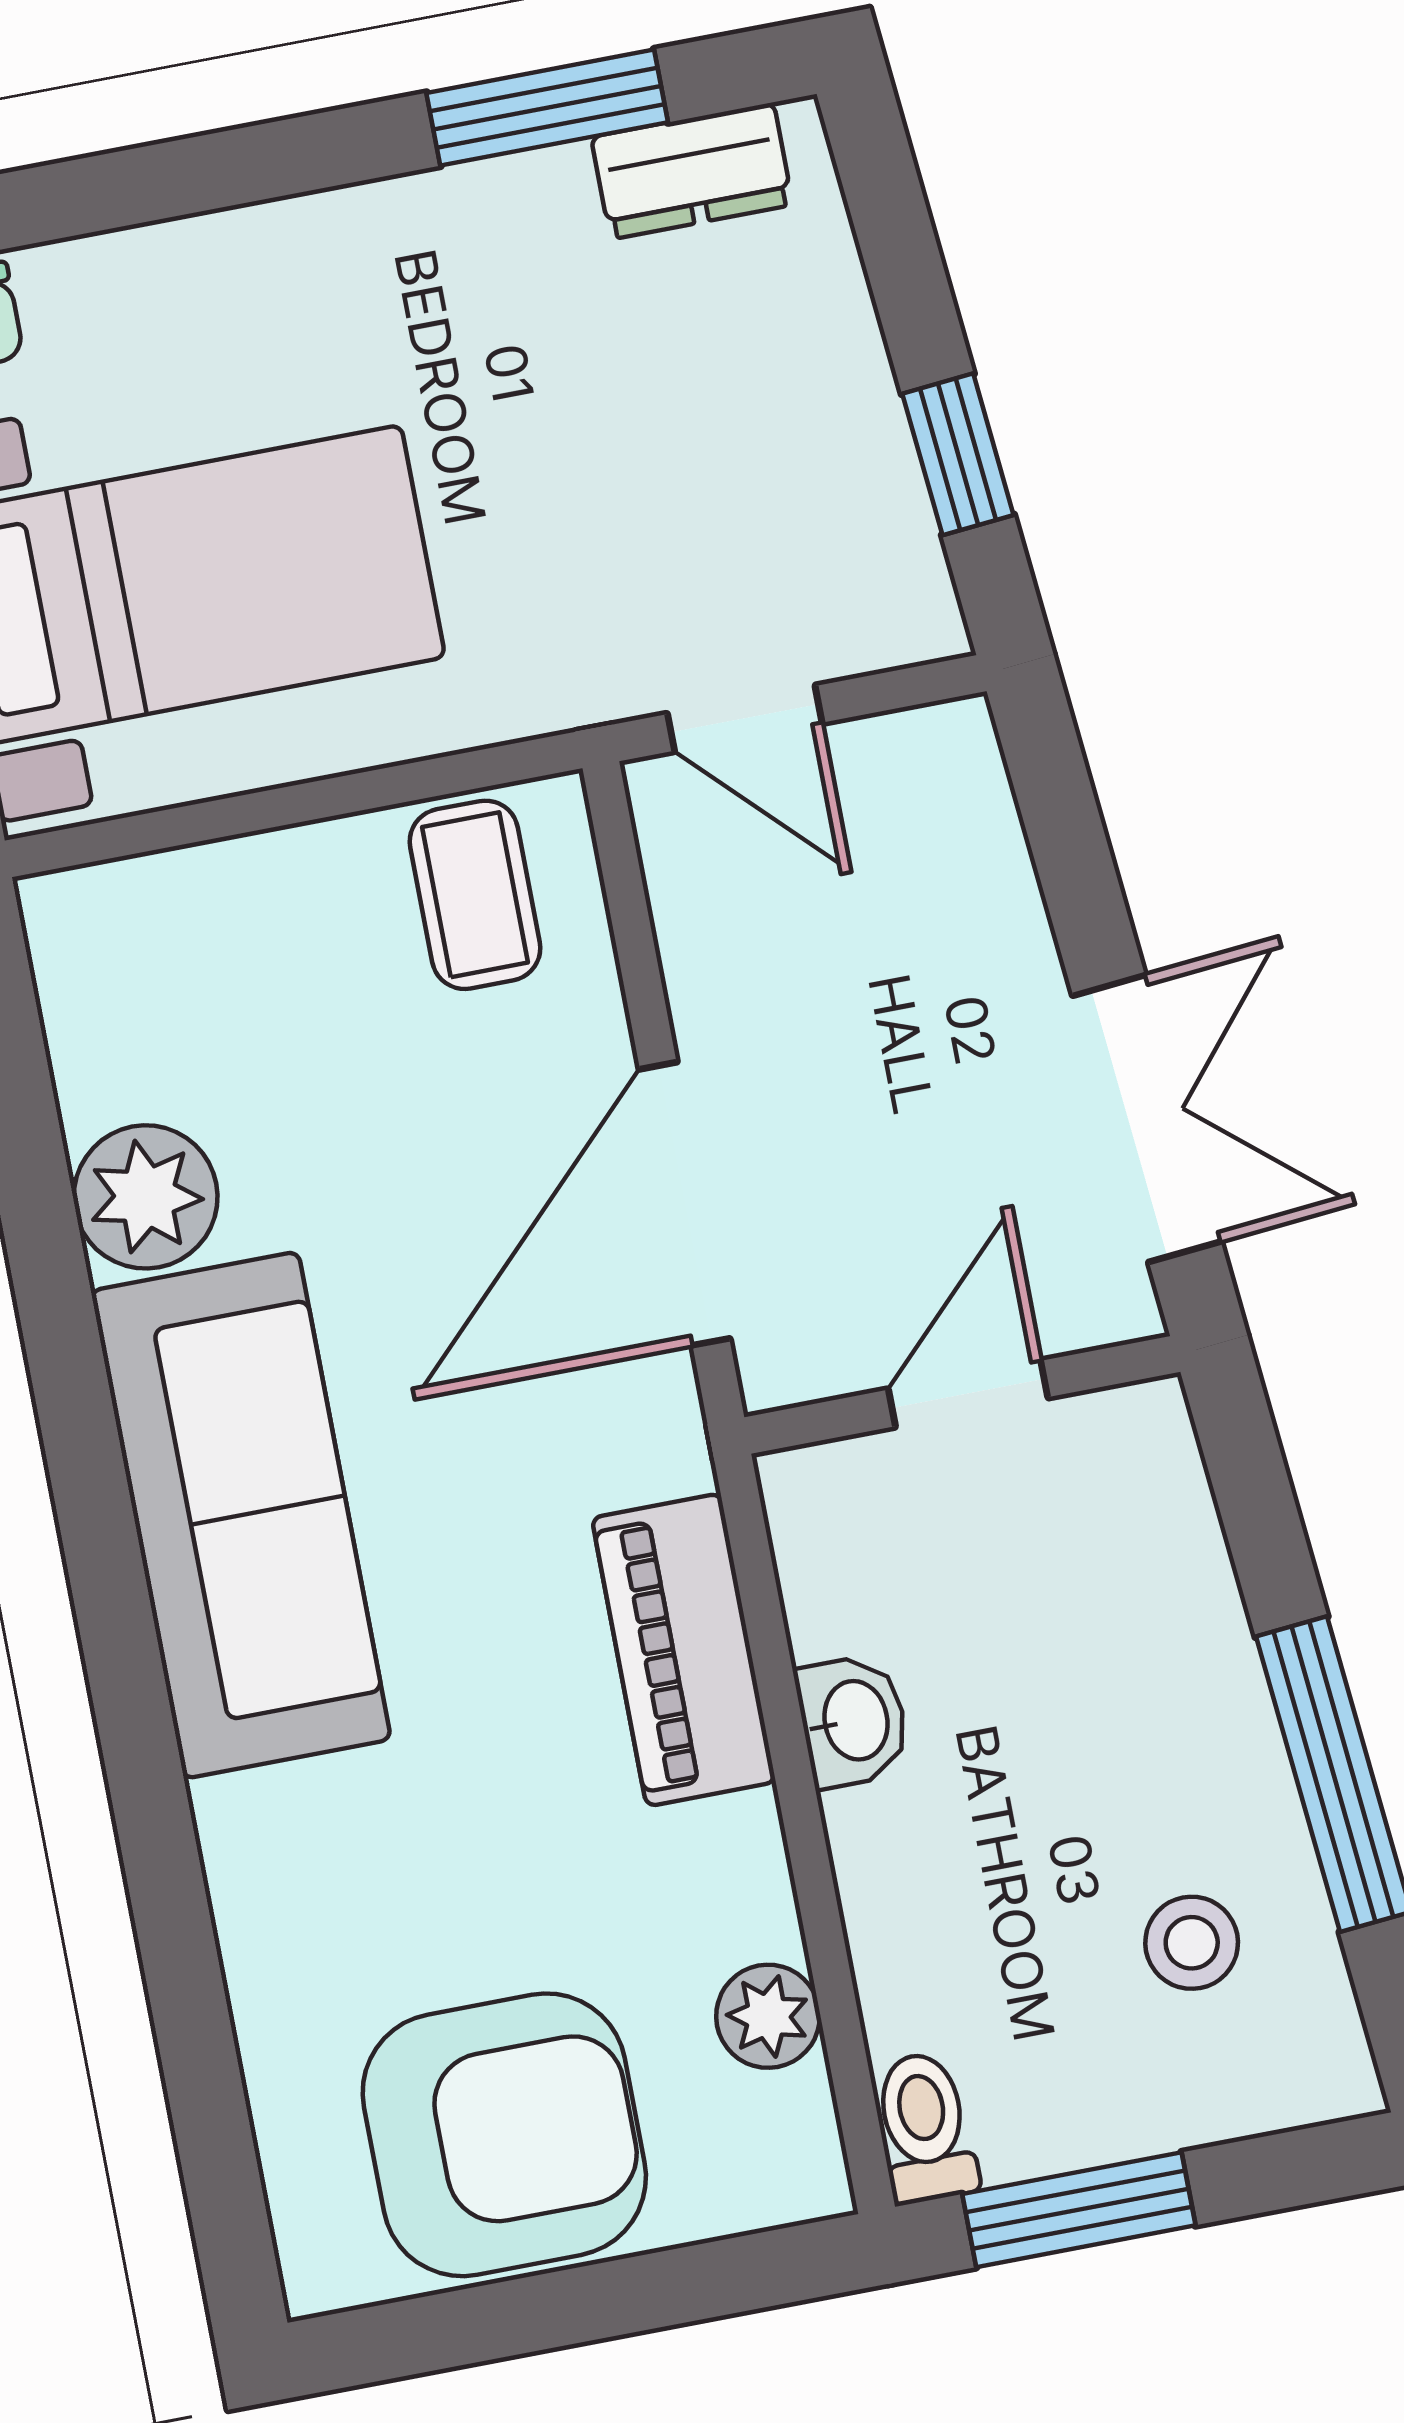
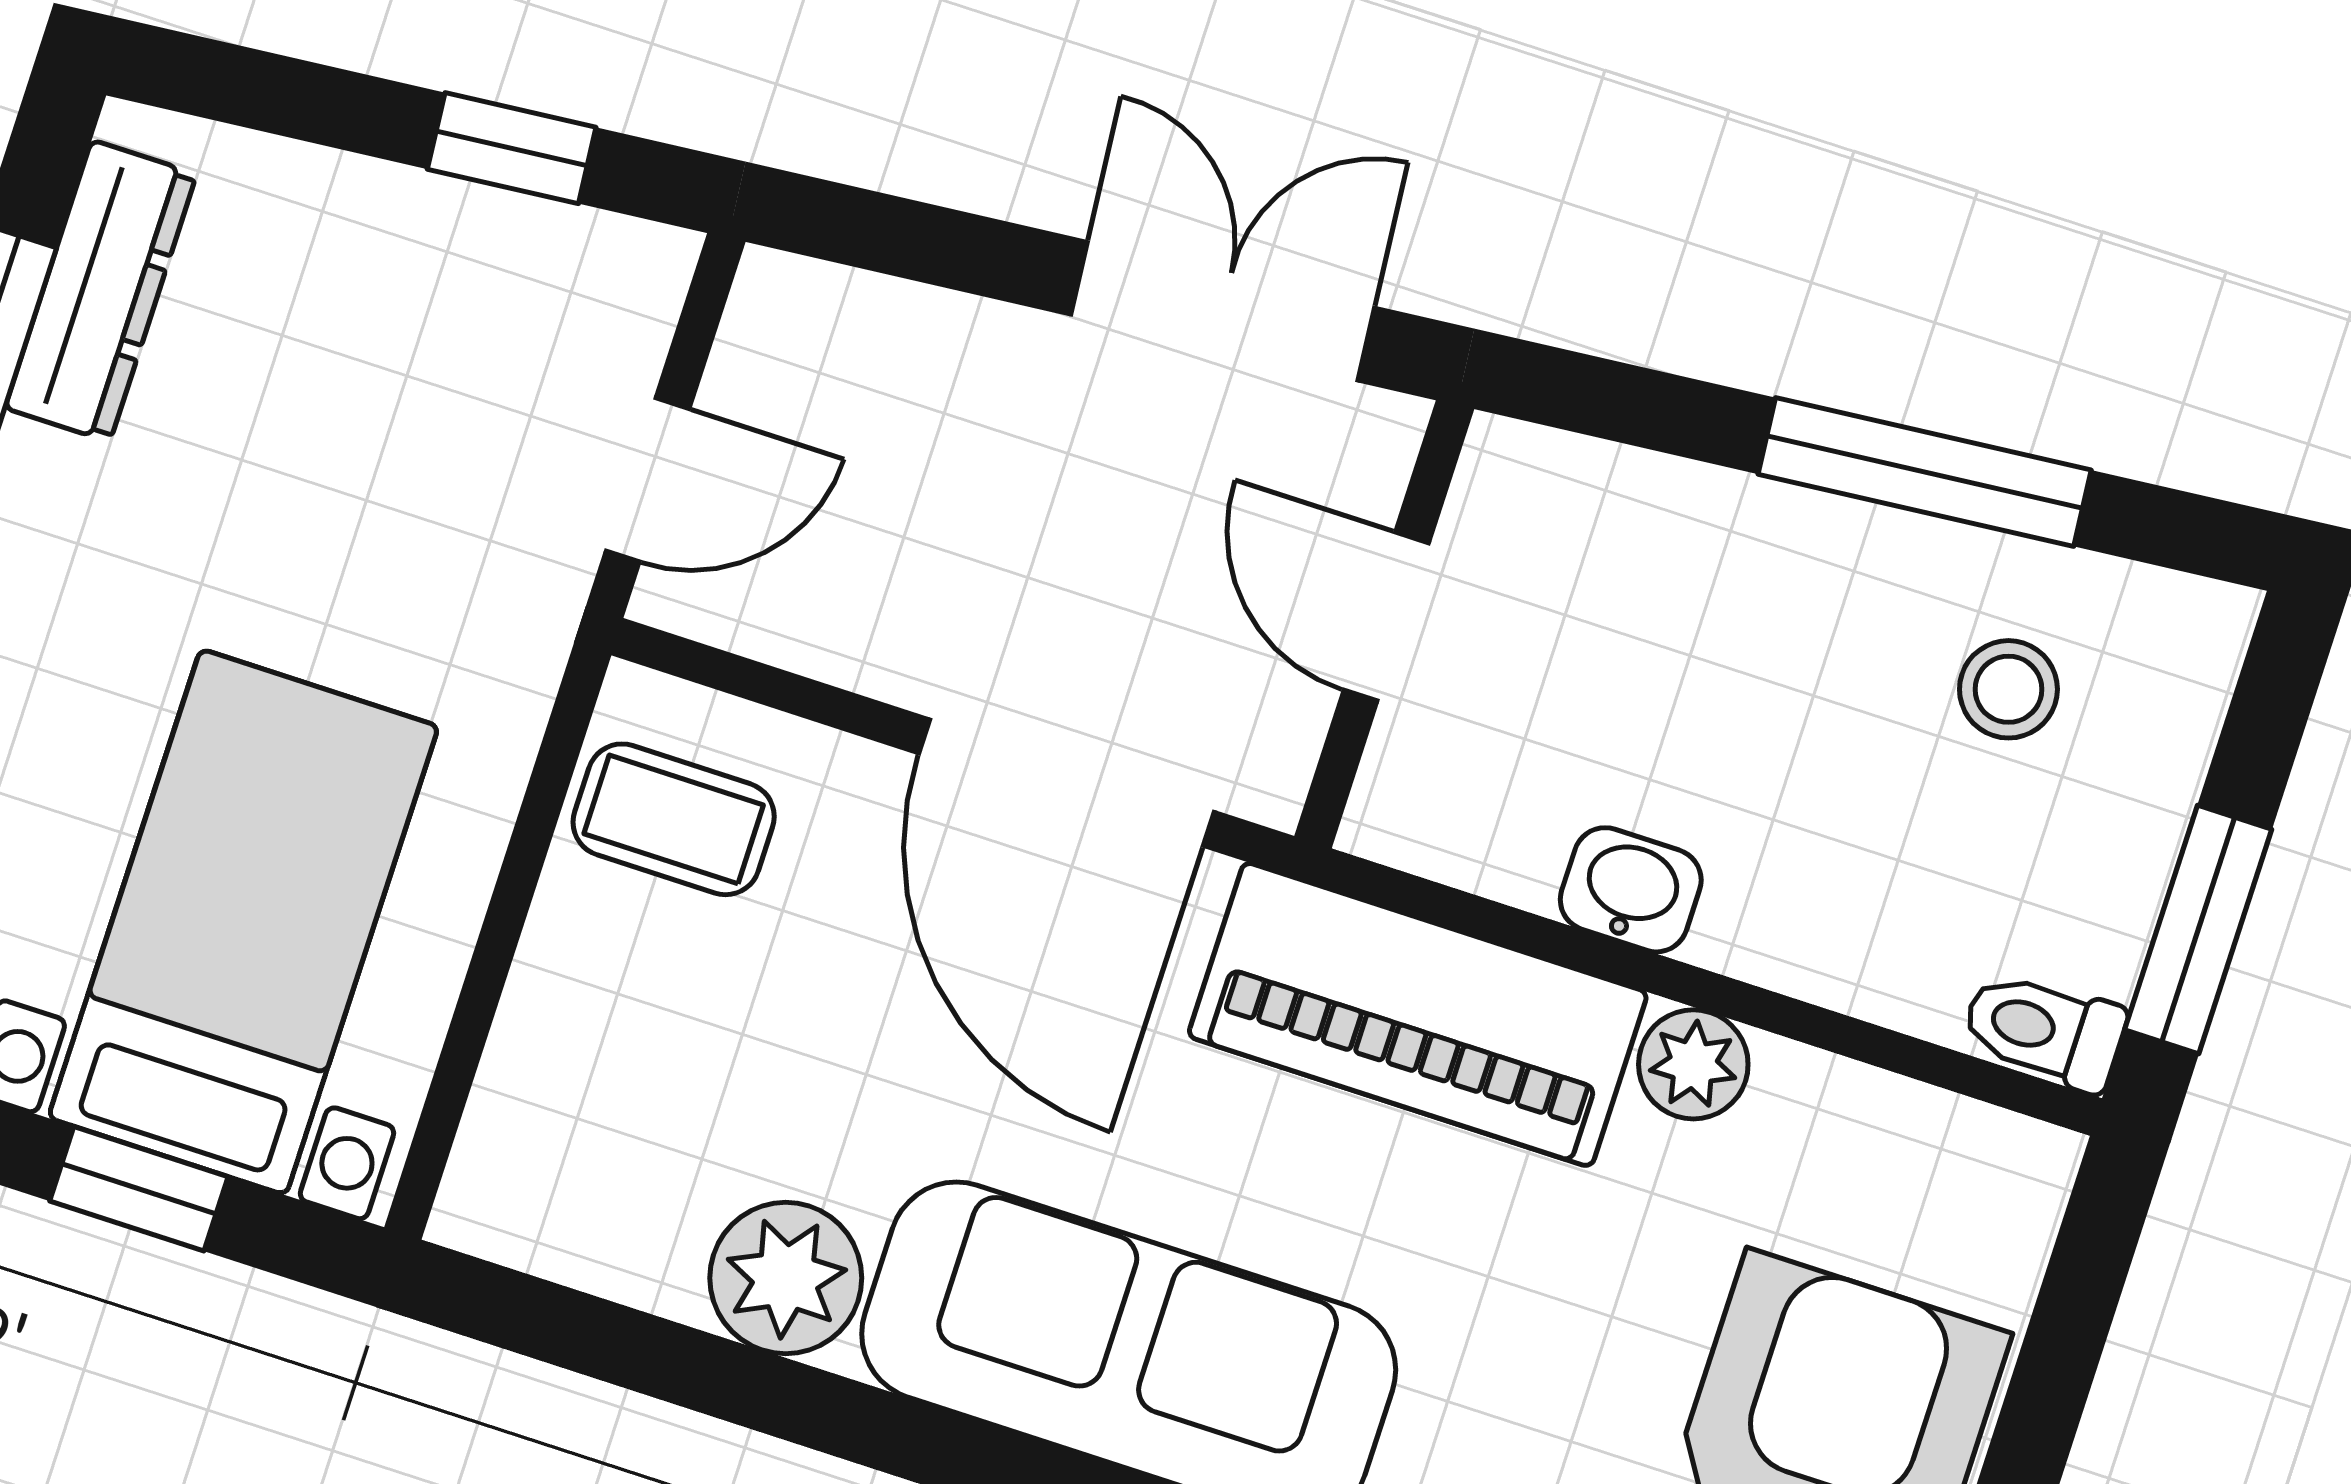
dresser: (692, 171) -> (101, 291), width x1.44
piano: (684, 1650) -> (1418, 1014), width x1.37, depth x1.33
plant: (768, 2016) -> (1693, 1064), moved

